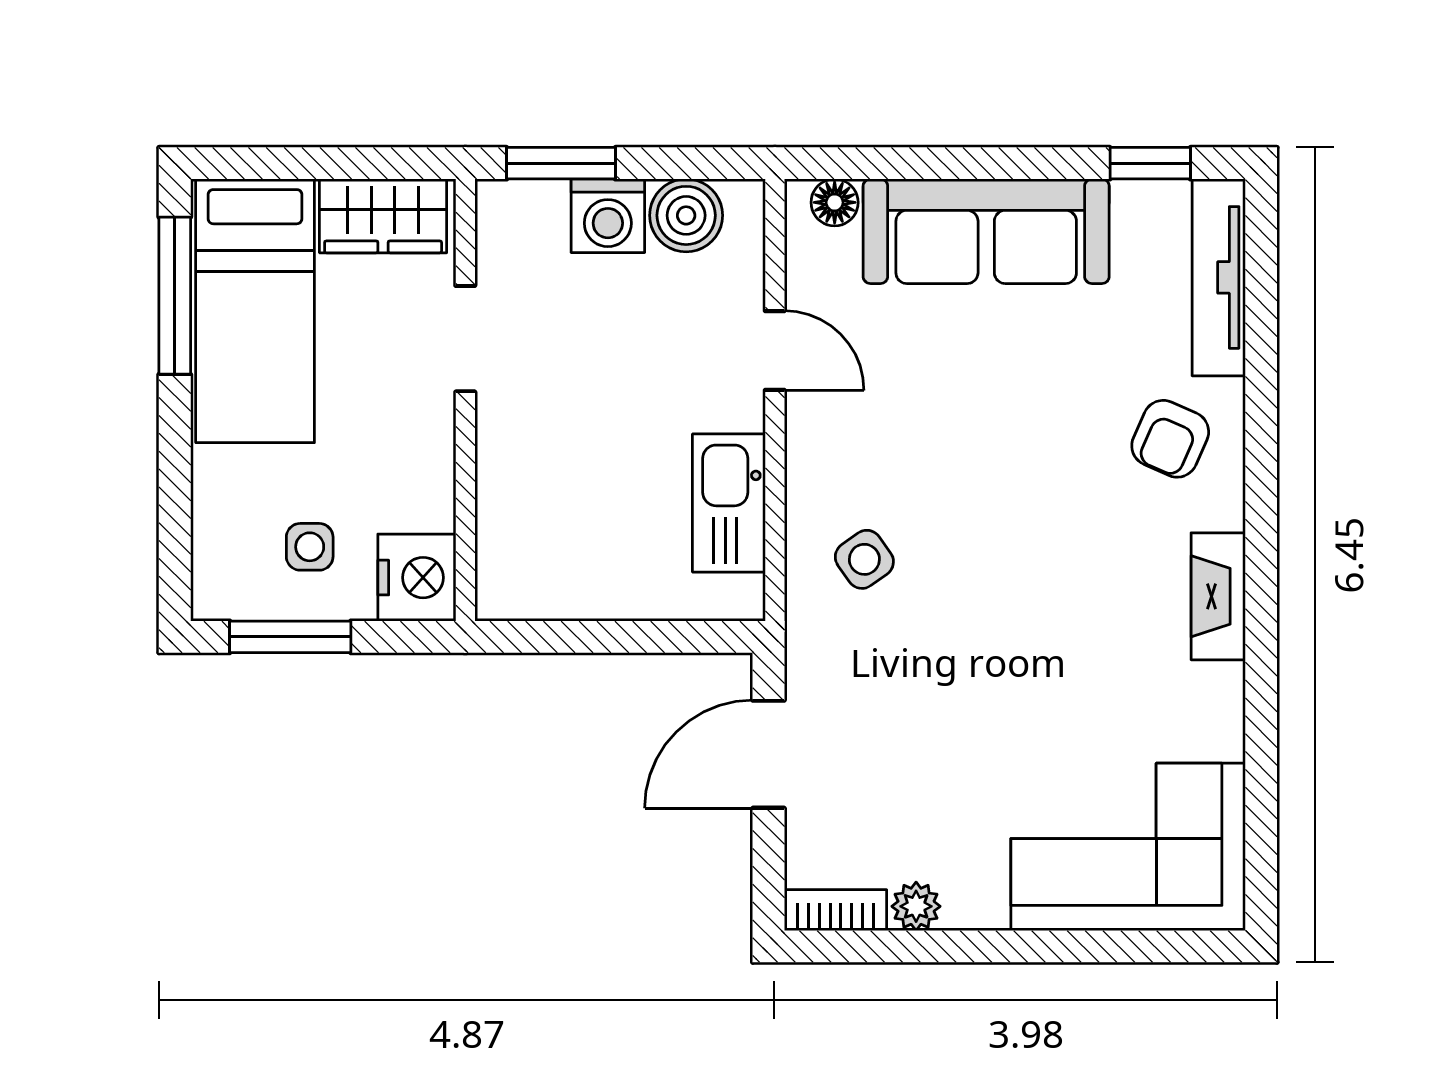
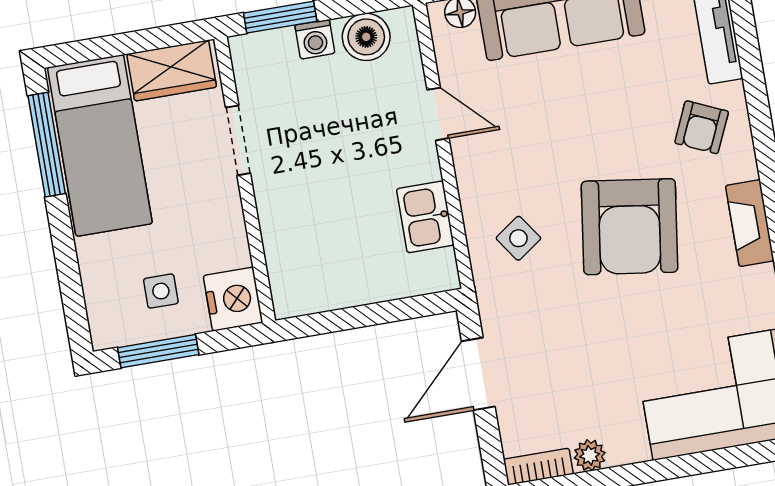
washing machine: (608, 216) -> (315, 39), width x0.73, depth x0.73
kitchen sink: (729, 503) -> (425, 217), width x0.73
armchair: (1035, 571) -> (630, 227), added

